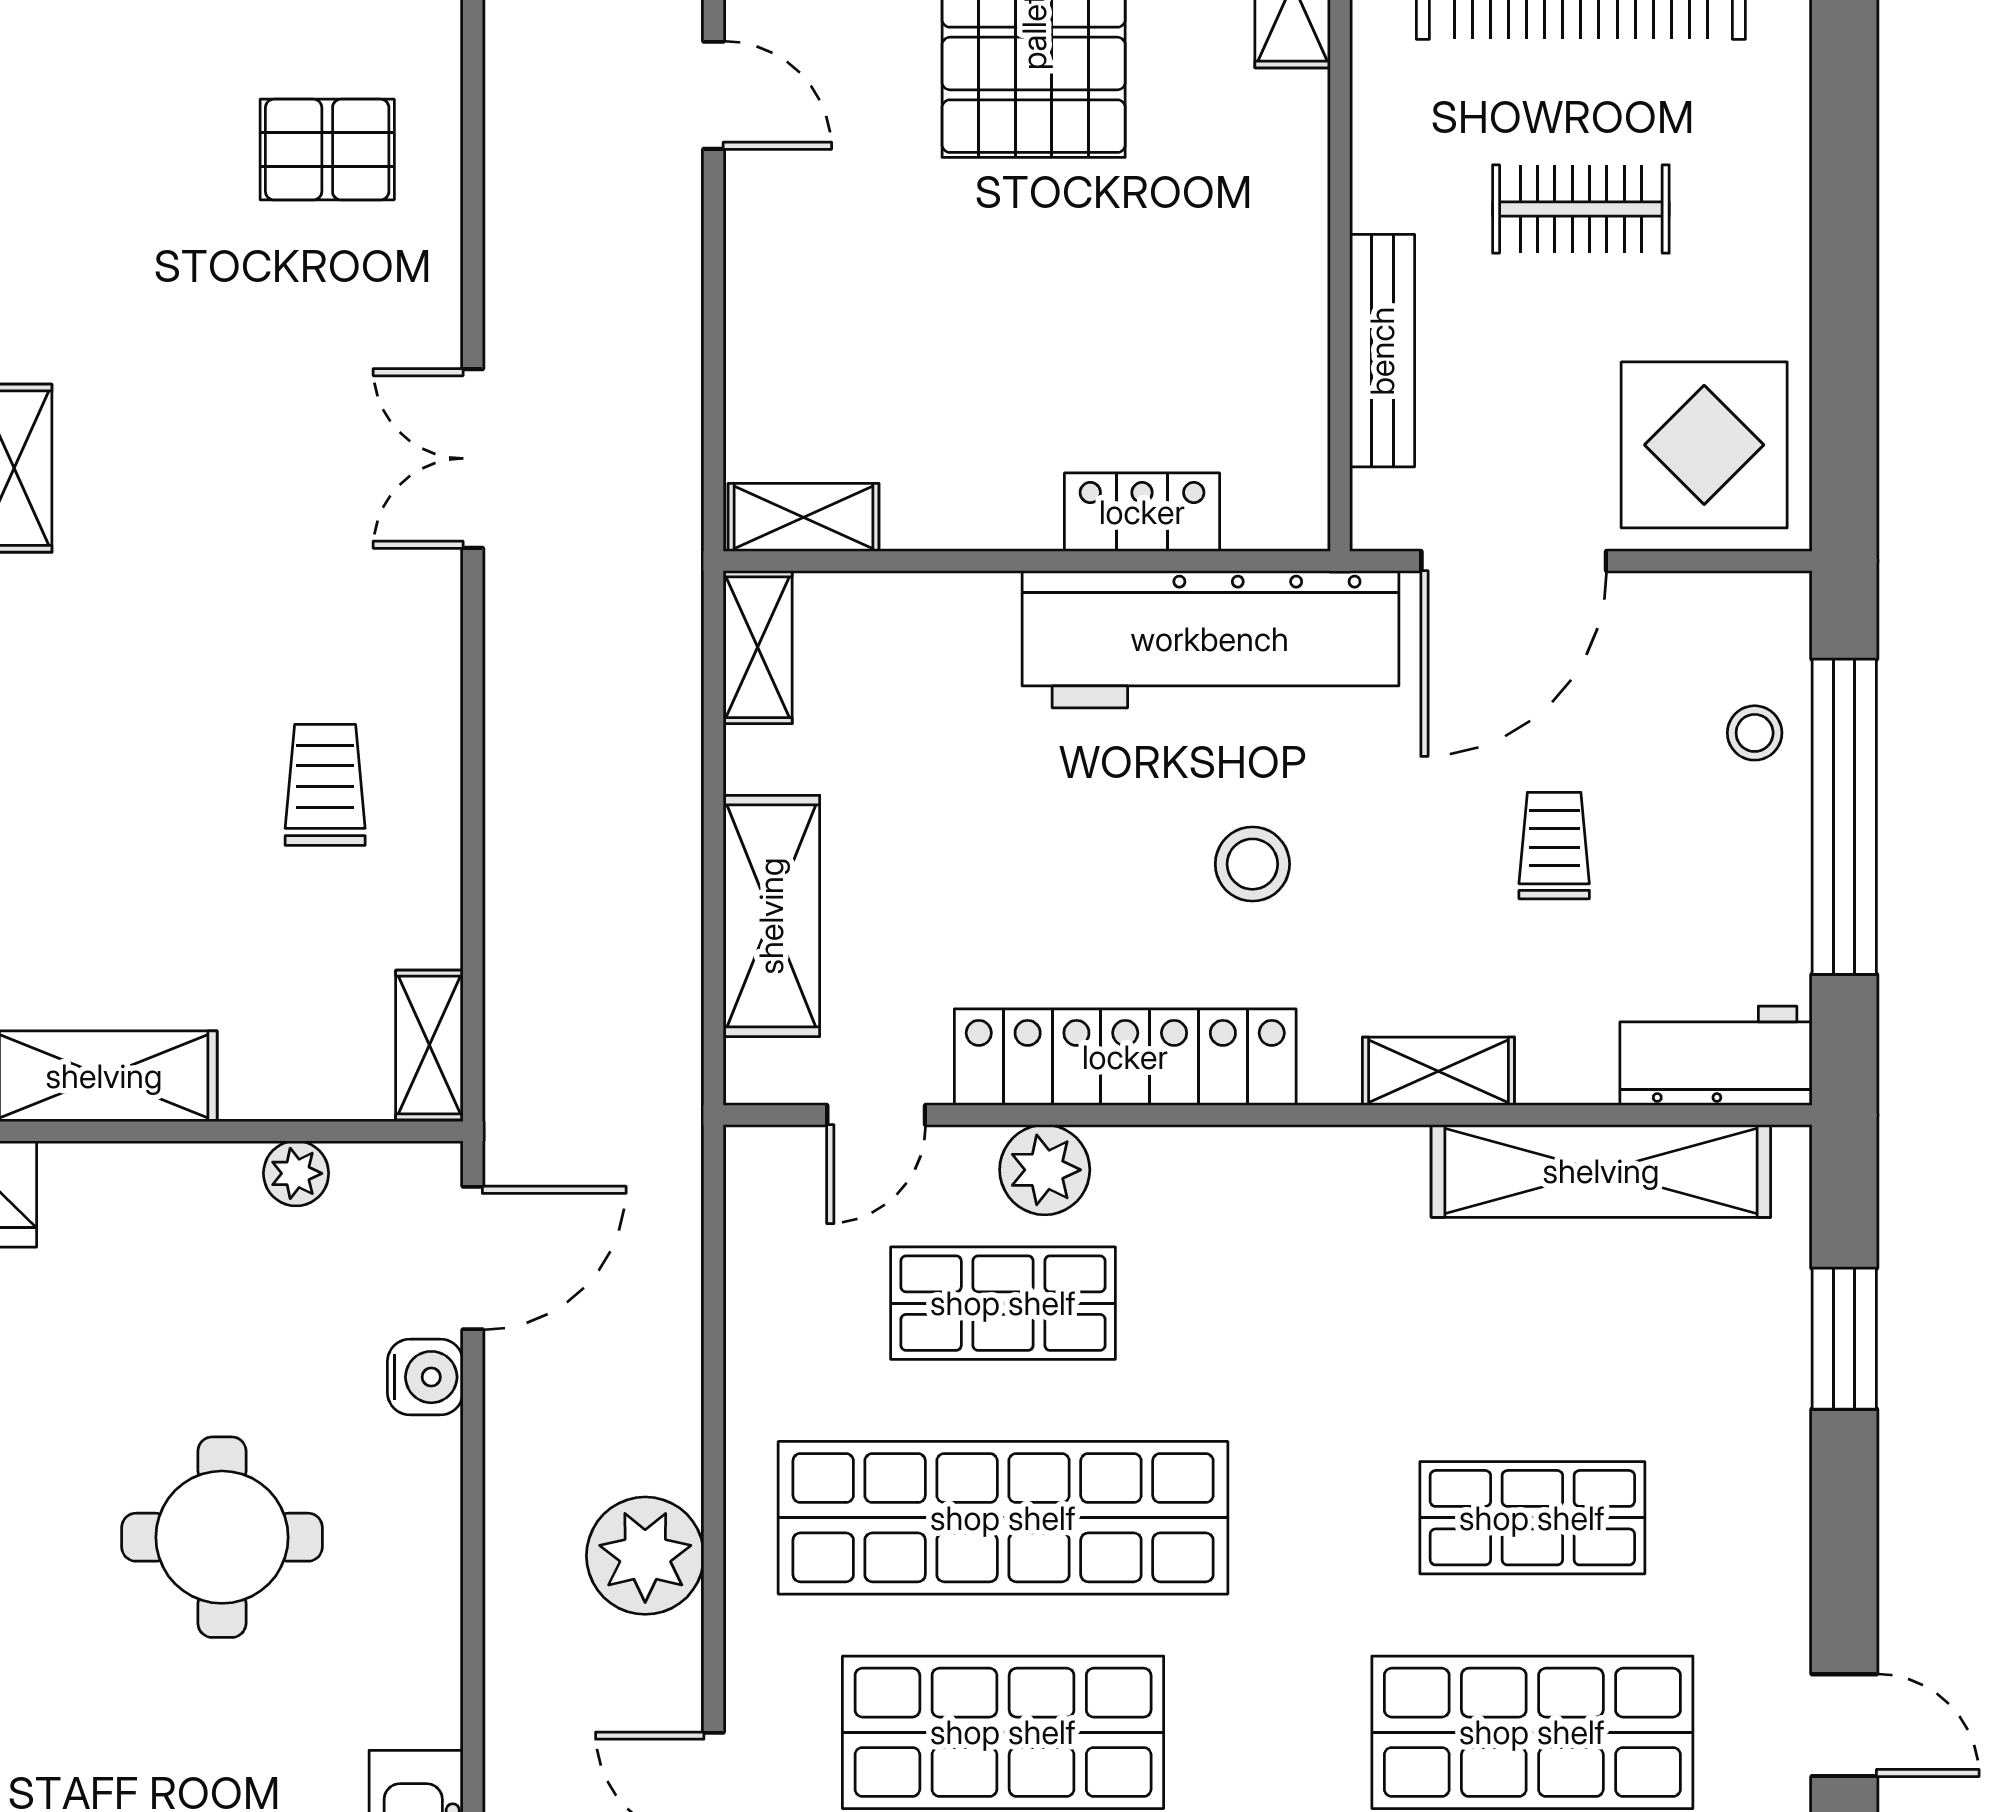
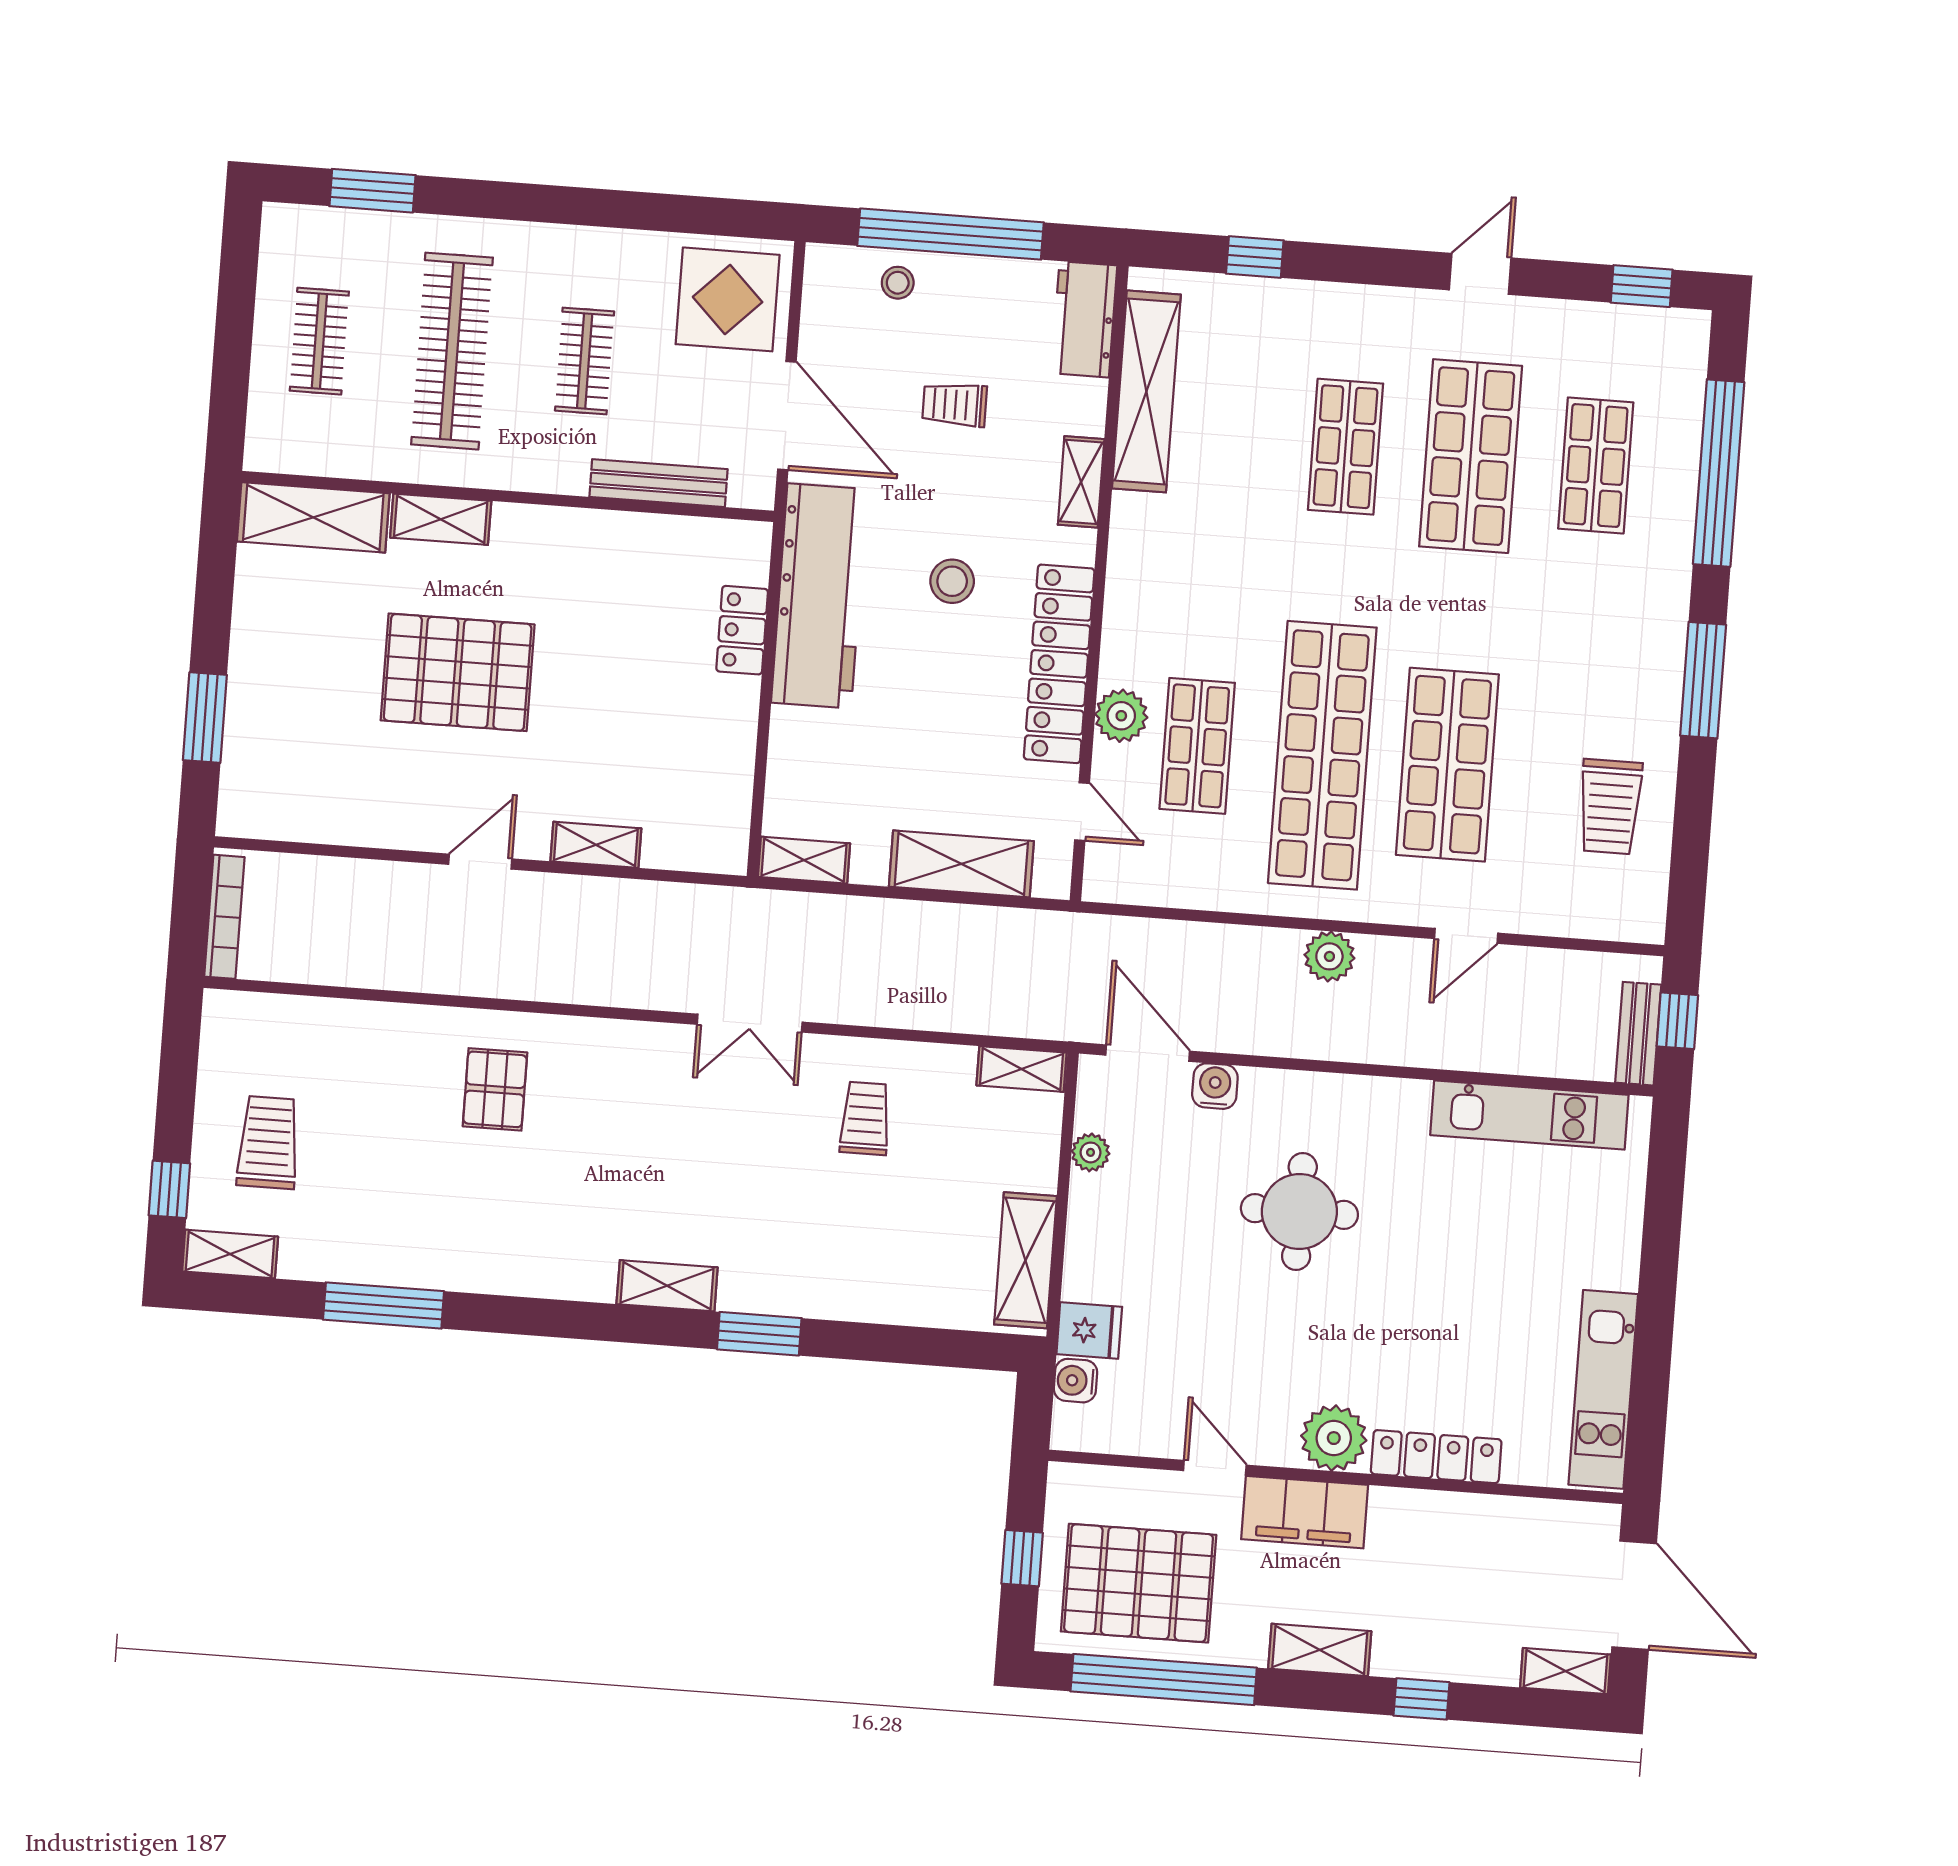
double door: (473, 458) -> (750, 1023), moved
shelving: (804, 517) -> (596, 845), moved, turned 90
trolley: (325, 785) -> (865, 1118), turned 90
window: (1844, 1339) -> (1255, 257), width x0.67
plant: (645, 1556) -> (1329, 956), width x0.73, depth x0.73

